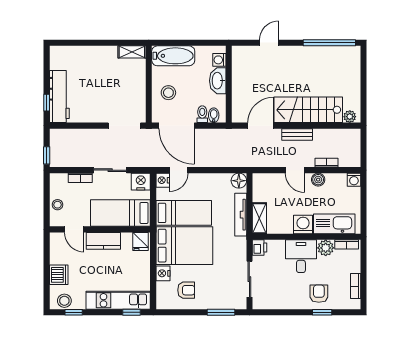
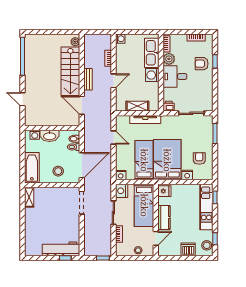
door: (179, 170) -> (113, 138), moved
boiler: (318, 180) -> (120, 64), removed
floor lamp: (239, 181) -> (121, 121), removed
shelving: (259, 218) -> (137, 106), moved

